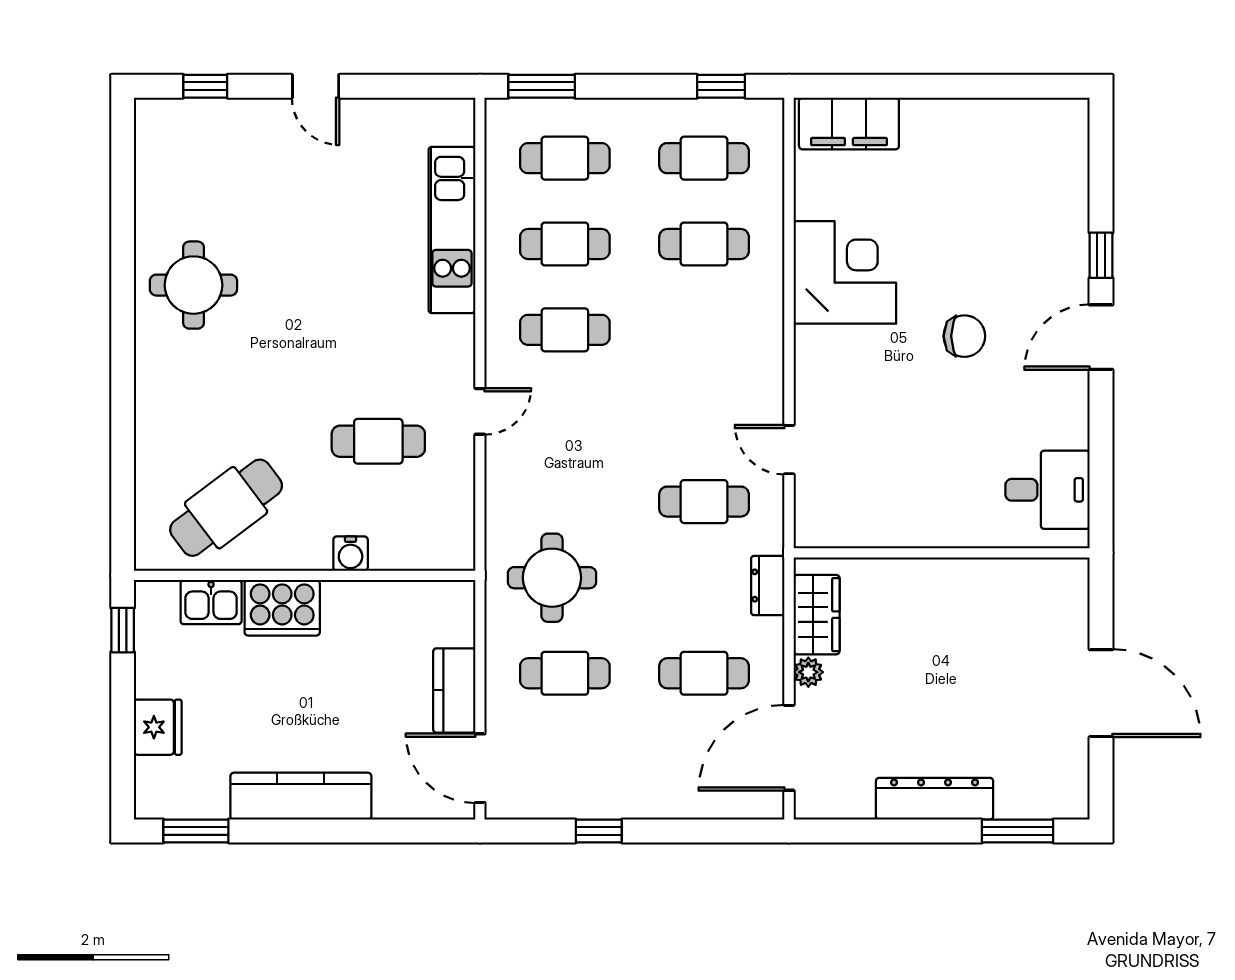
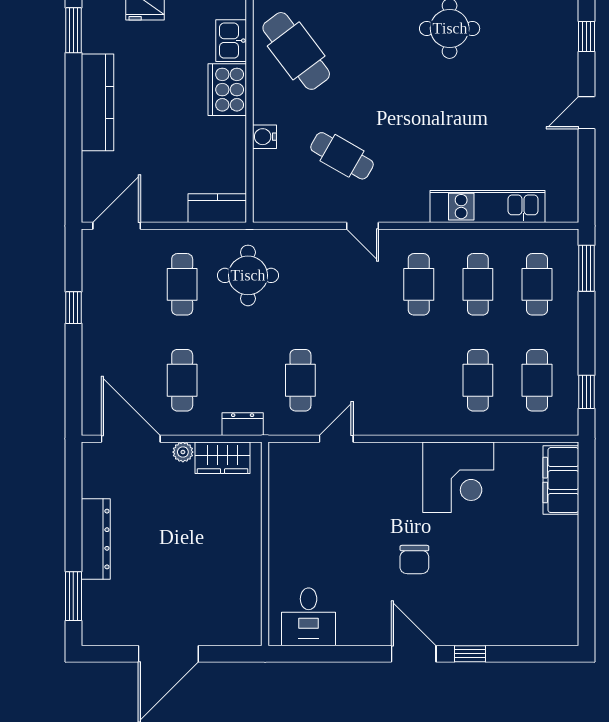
cafe table: (378, 441) -> (342, 156), turned -60
kitchen counter: (454, 690) -> (217, 208), moved

